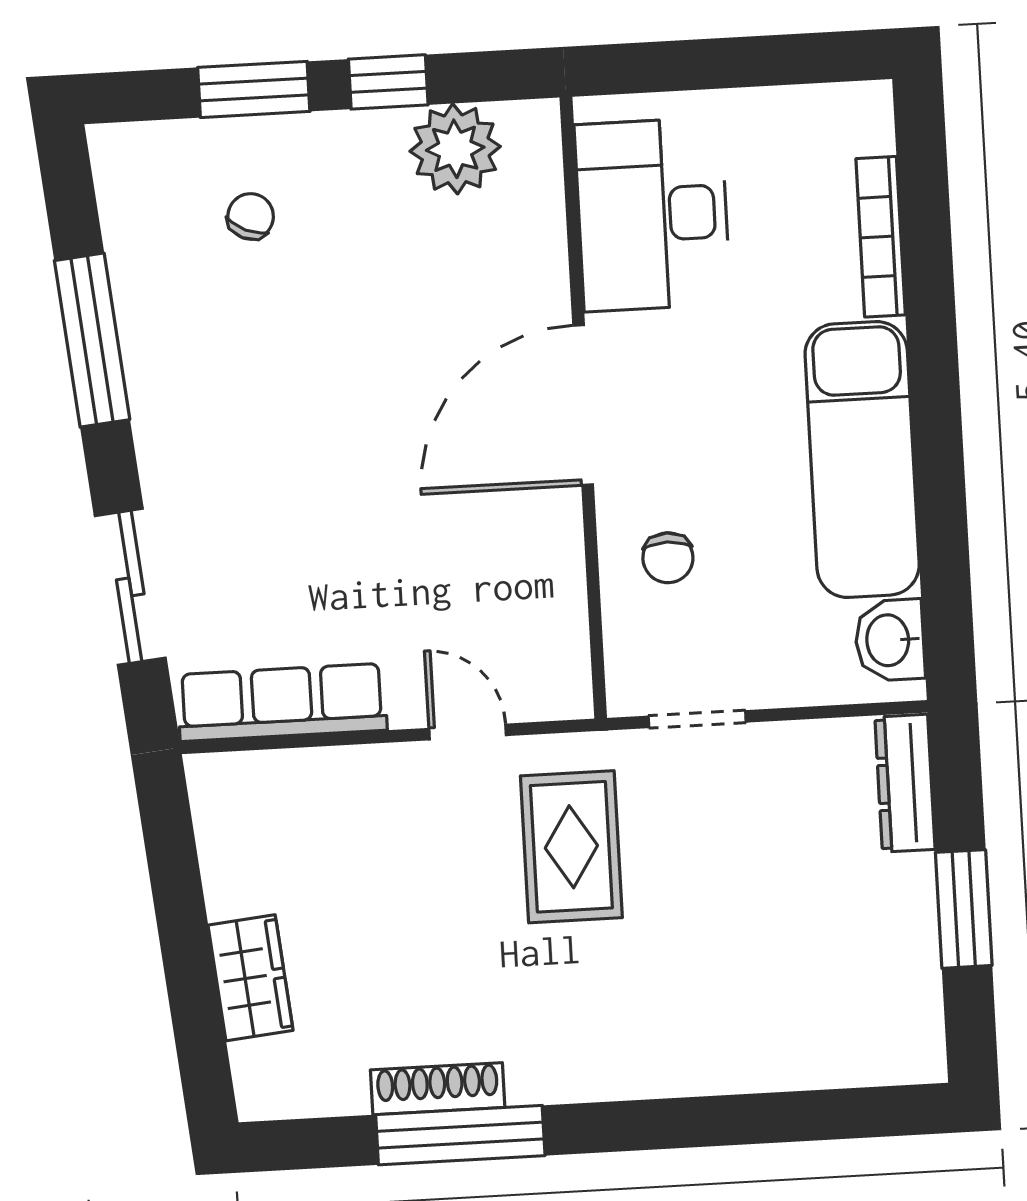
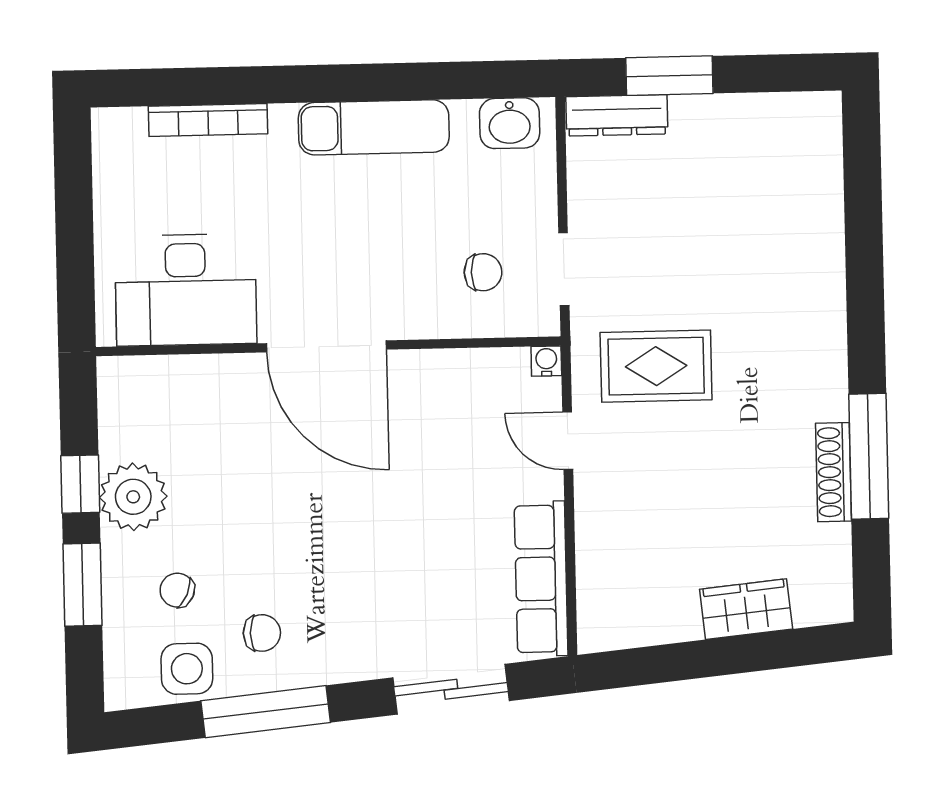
plant: (455, 149) -> (133, 497), moved
side table: (146, 233) -> (187, 669), added
chair: (197, 332) -> (262, 633), added
exam couch: (862, 459) -> (374, 127), width x0.73, depth x0.69
chair: (668, 558) -> (483, 272), moved
water cooler: (573, 700) -> (546, 361), added
door: (468, 732) -> (568, 441), hinge flipped
window: (964, 909) -> (669, 76), moved

